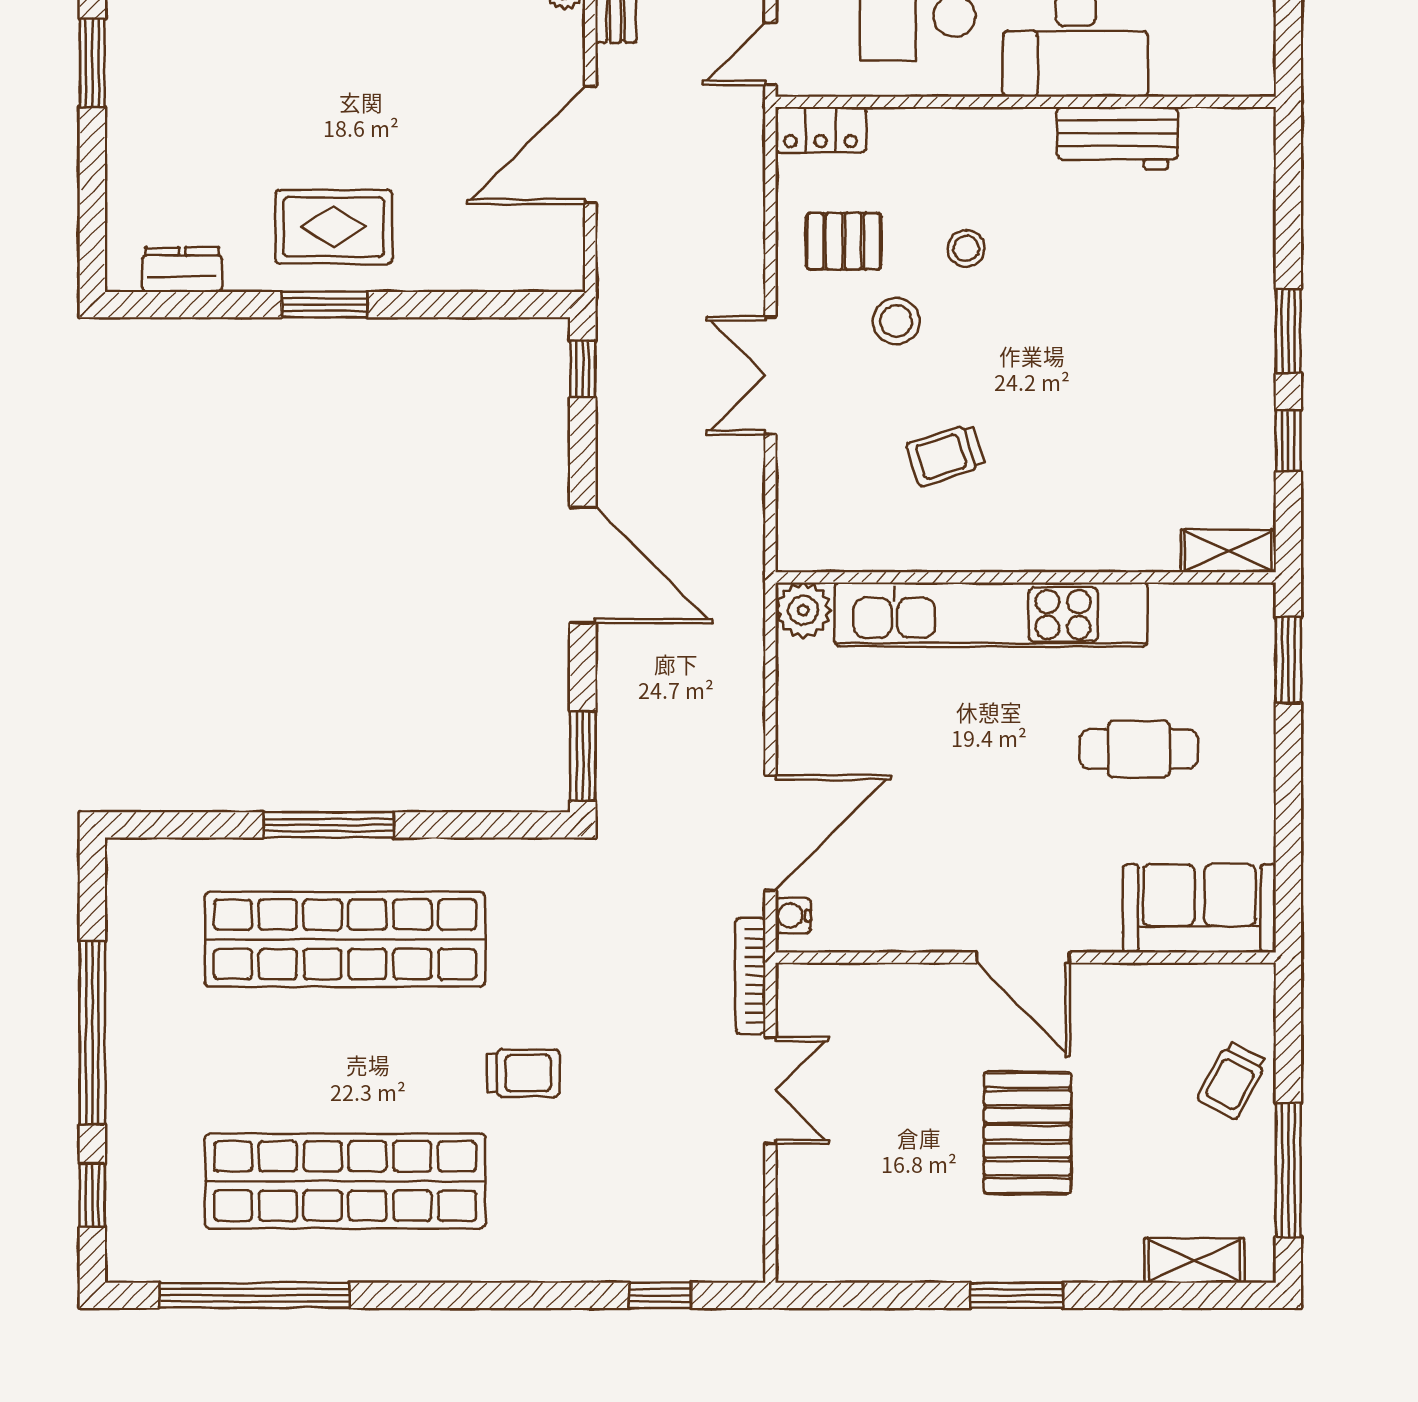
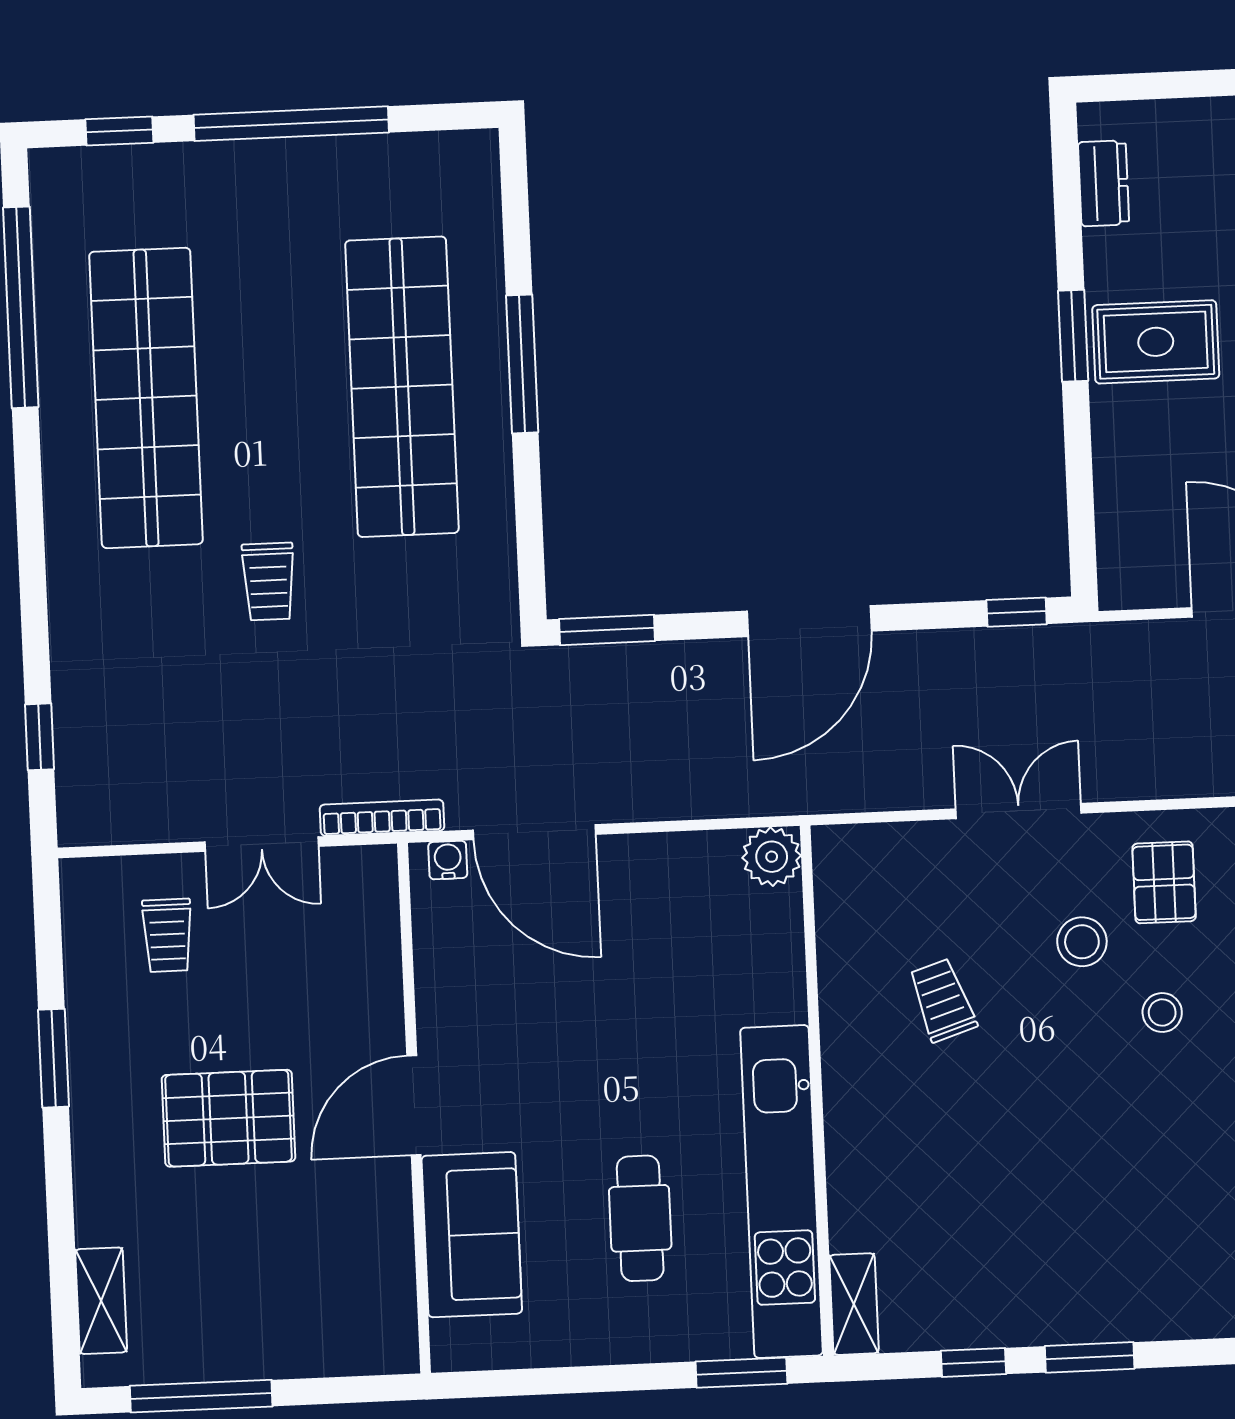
rug: (334, 227) -> (1156, 342), turned 90
kitchen unit: (991, 615) -> (782, 1192), moved
sofa: (1199, 908) -> (472, 1235), moved
trolley: (1232, 1080) -> (167, 935), moved, turned -118
window: (1017, 1295) -> (54, 1058), moved

